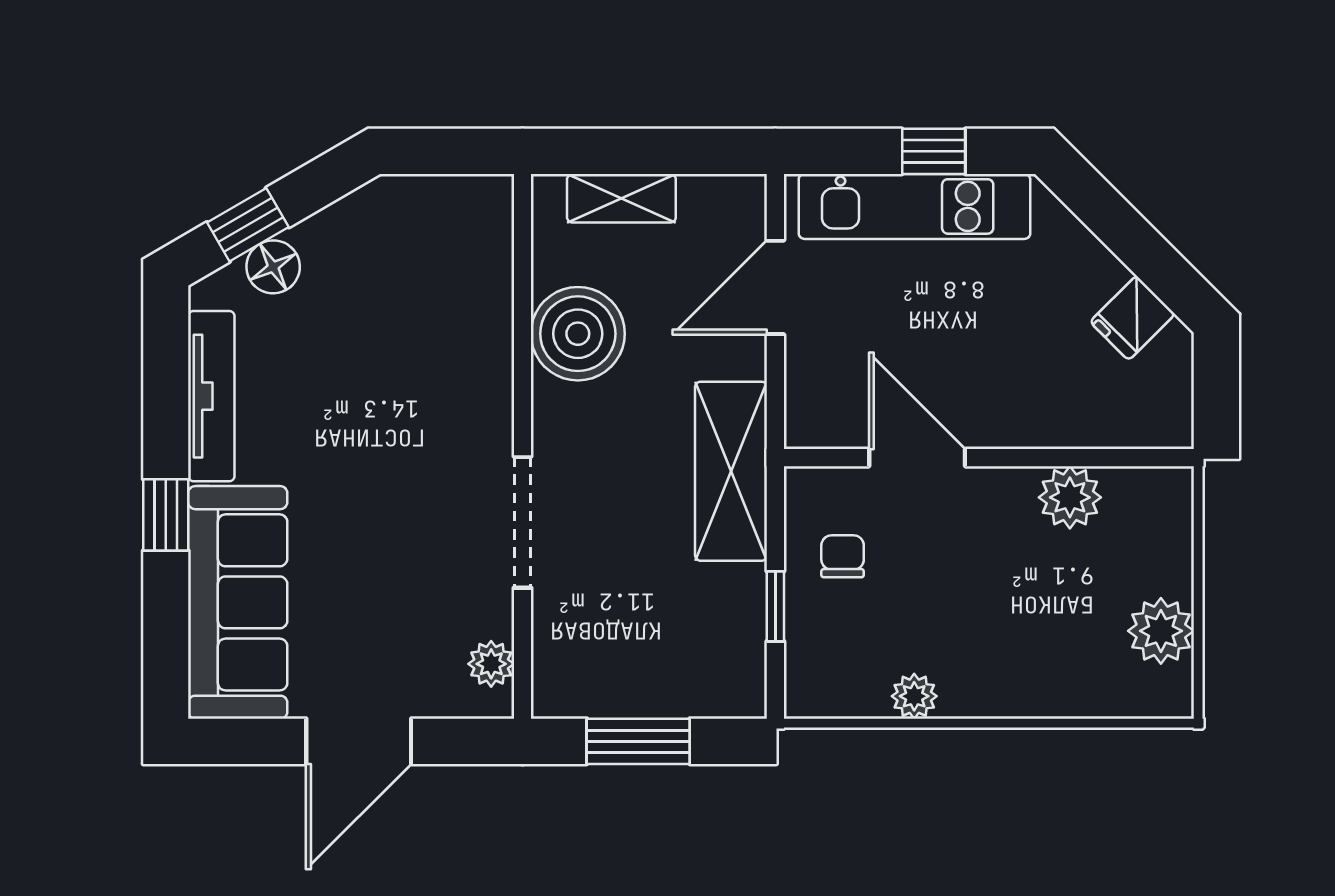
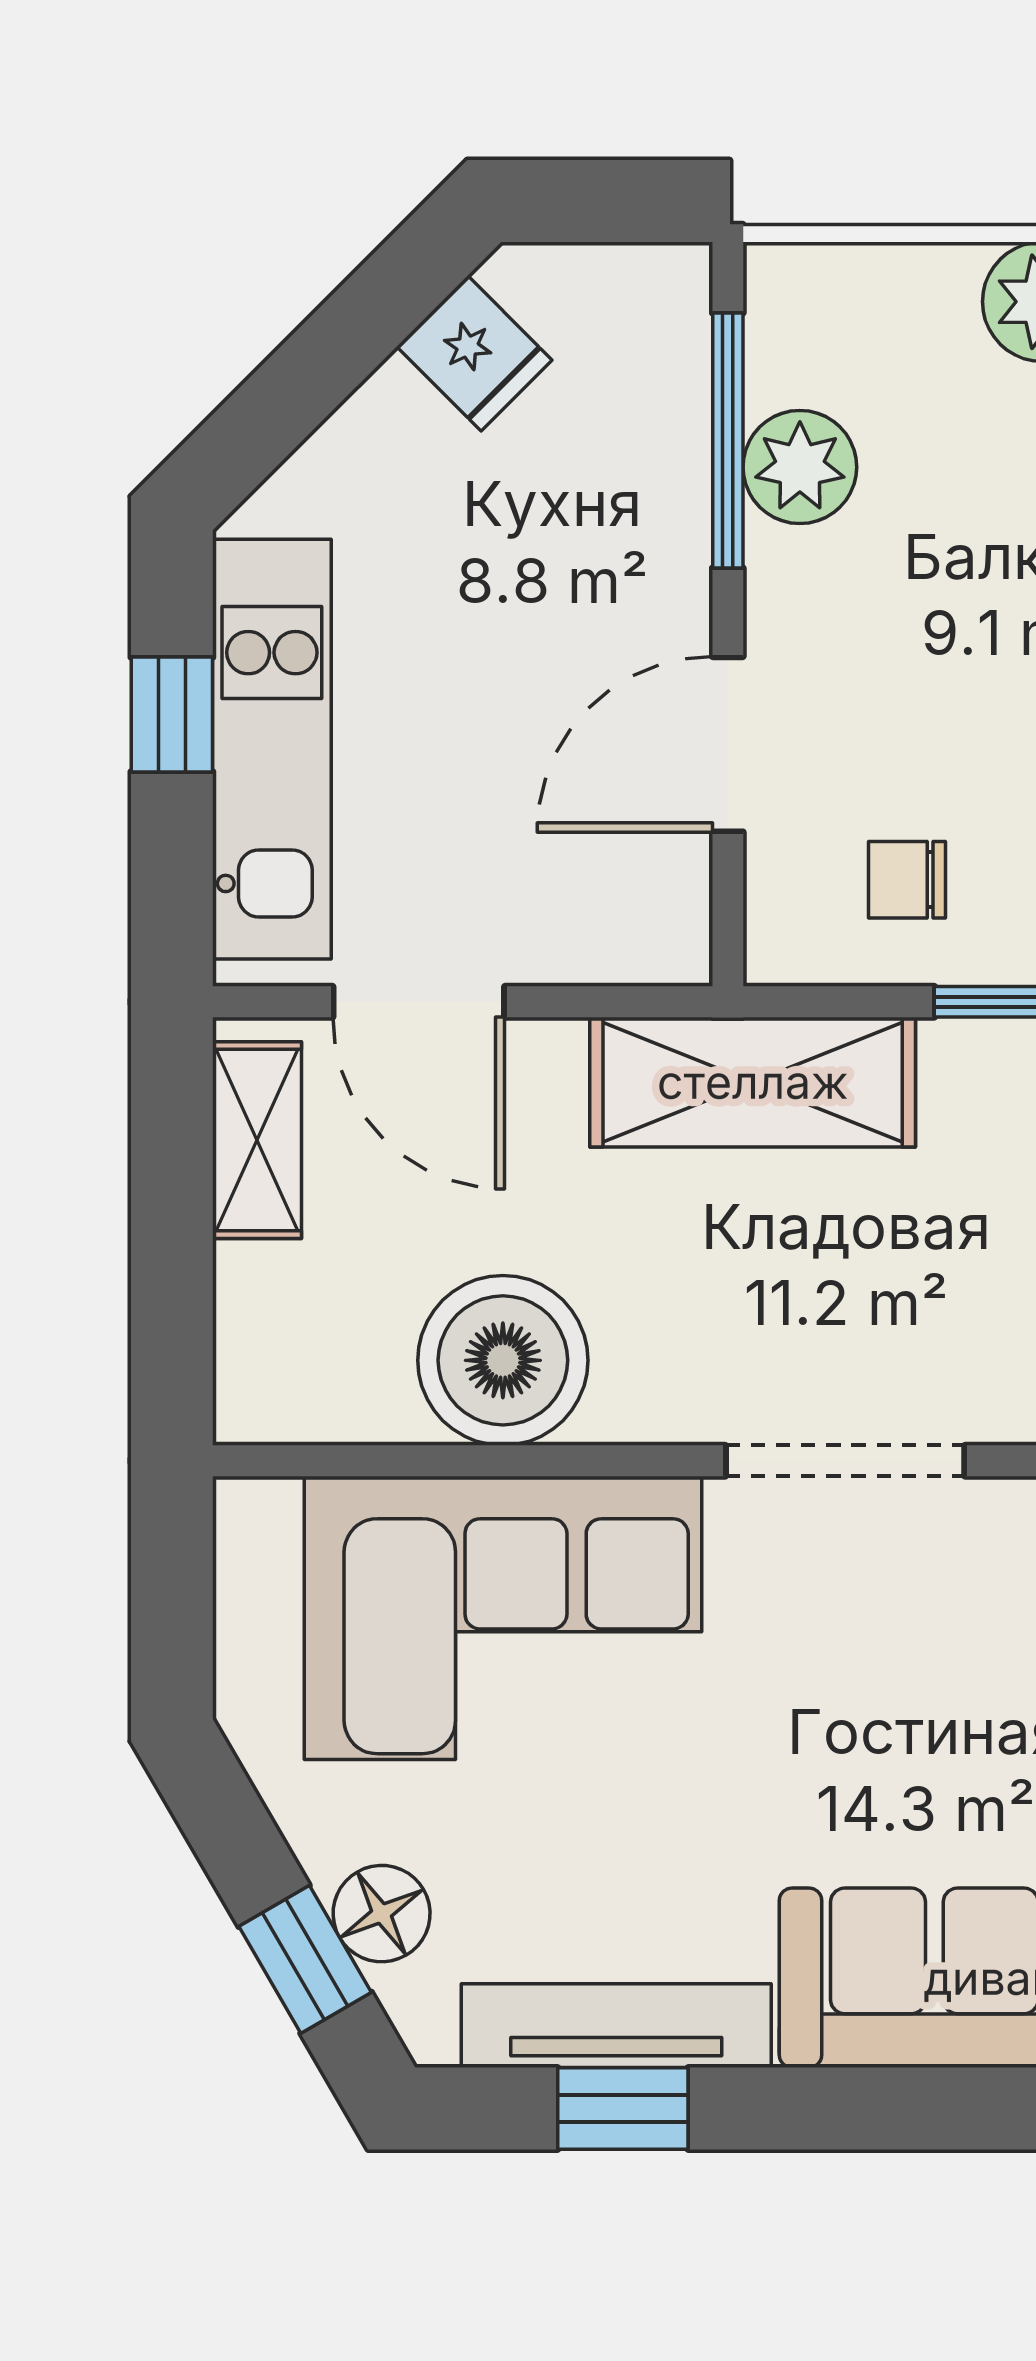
shelving: (621, 198) -> (257, 1140), moved
corner sofa: (436, 334) -> (503, 1618), added
window: (1084, 458) -> (728, 440), added
window: (166, 515) -> (623, 2108), moved

